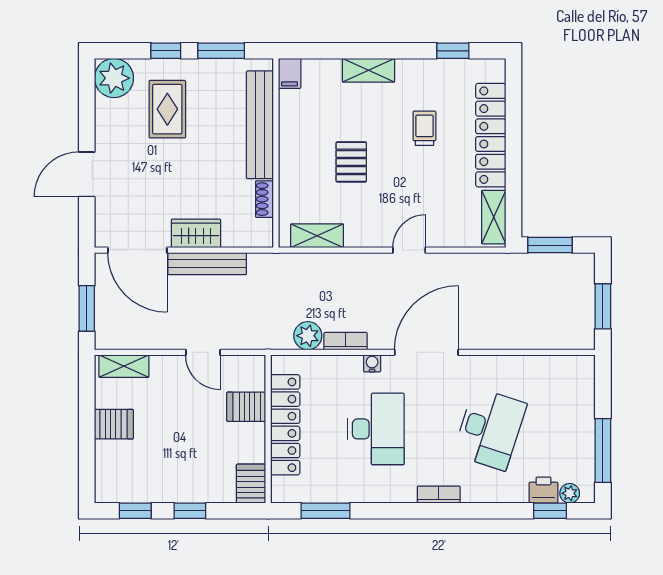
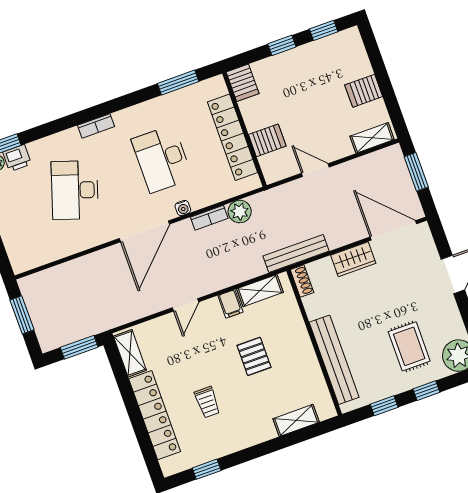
window: (221, 51) -> (384, 406), width x0.67
shelving: (368, 70) -> (296, 420), moved
filing cabinet: (290, 73) -> (230, 304), moved, turned 180
shoe rack: (264, 199) -> (302, 281), moved
bench: (207, 264) -> (296, 254), moved

